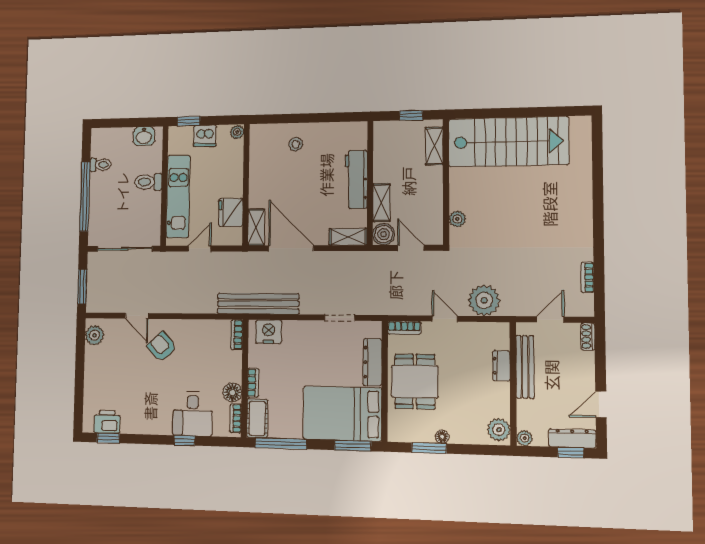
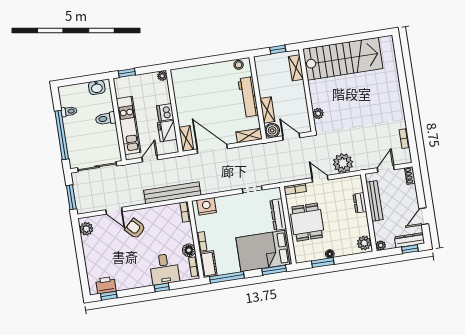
dishwasher: (205, 136) -> (165, 112), moved, turned 90
stool: (296, 144) -> (239, 65), moved
bench: (258, 304) -> (172, 193), moved

